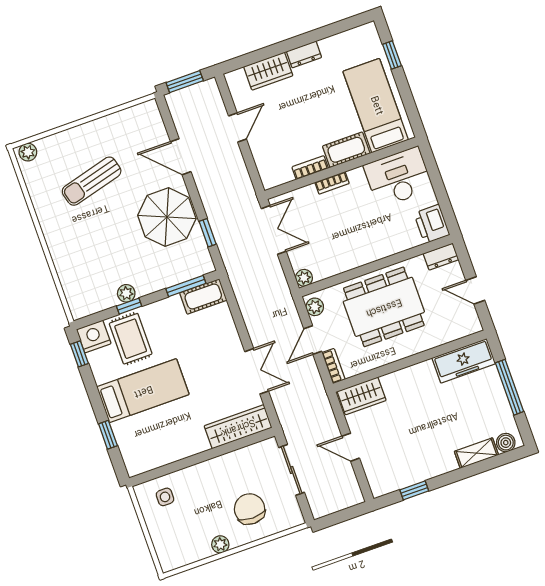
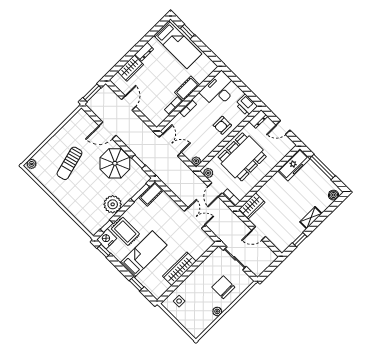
bed: (376, 106) -> (178, 45), moved, turned 180
armchair: (376, 239) -> (222, 125), added
plant: (126, 293) -> (113, 204), width x1.87, depth x1.87
window: (129, 306) -> (107, 226), moved
wardrobe: (238, 427) -> (179, 269), moved
shelving: (476, 453) -> (311, 218), moved

